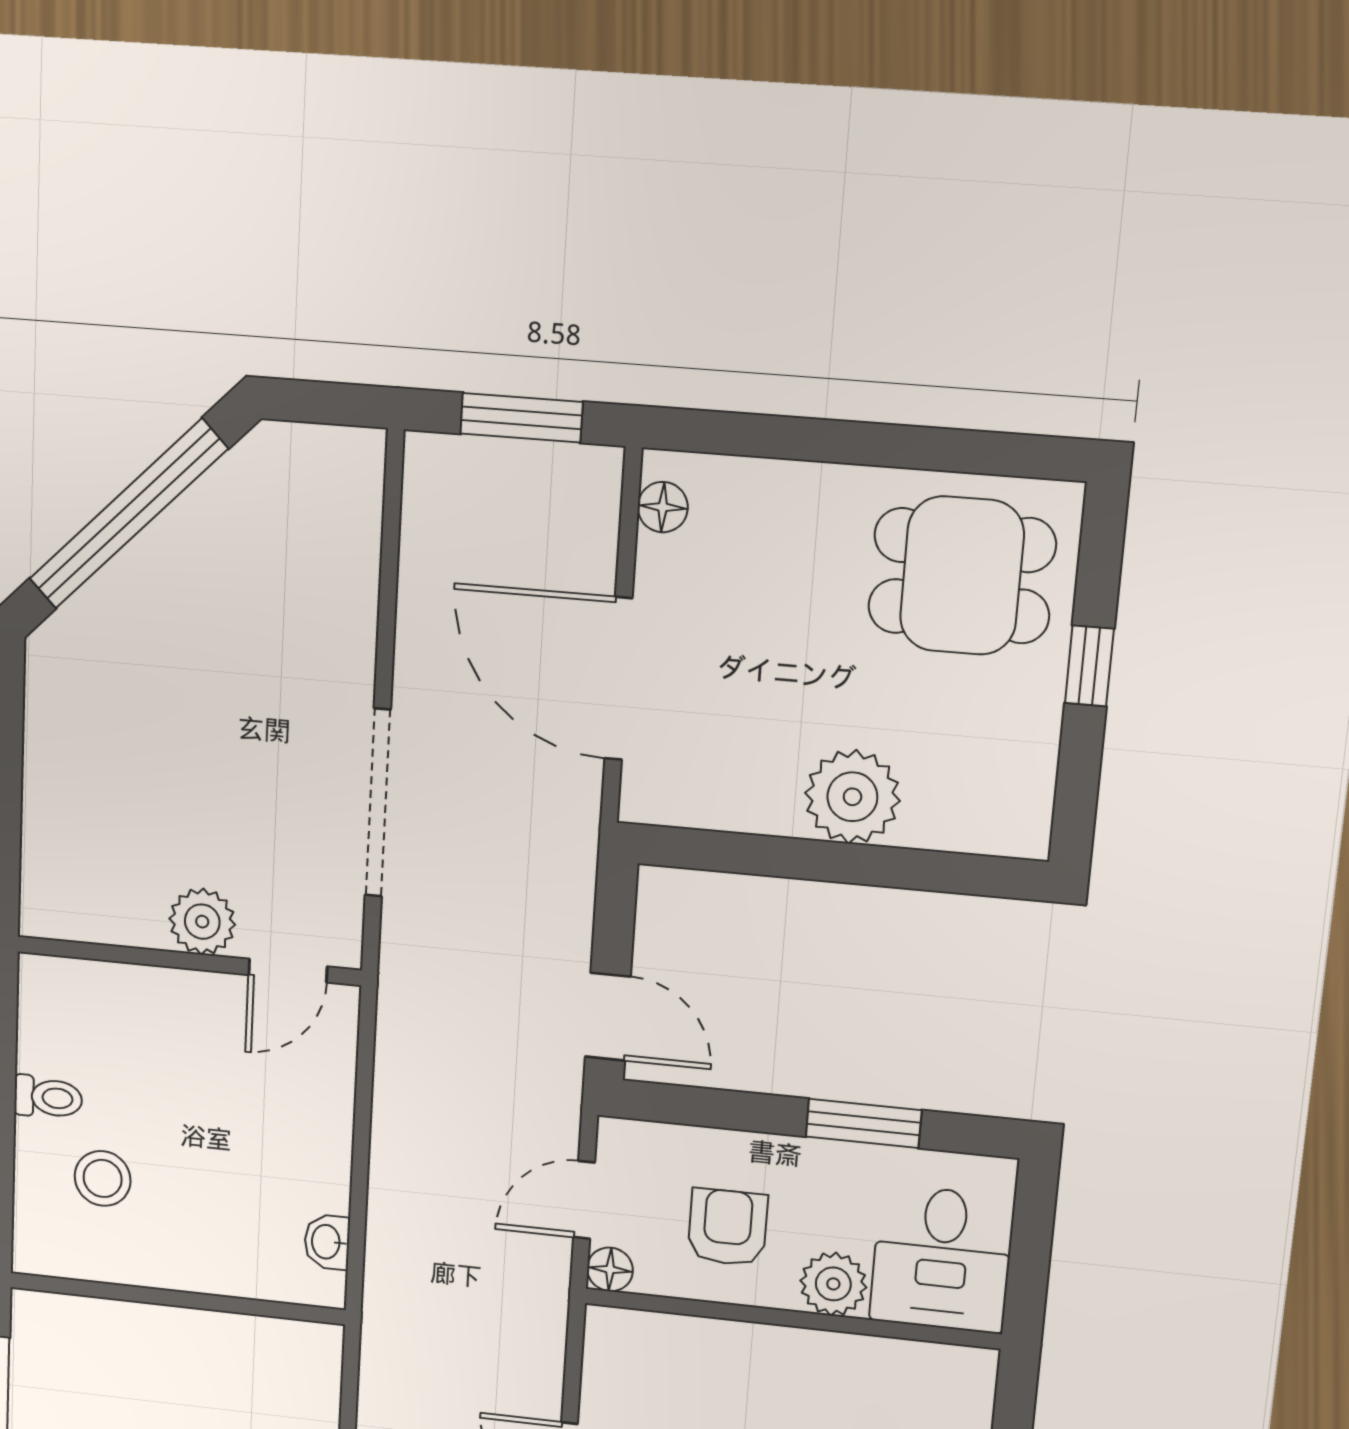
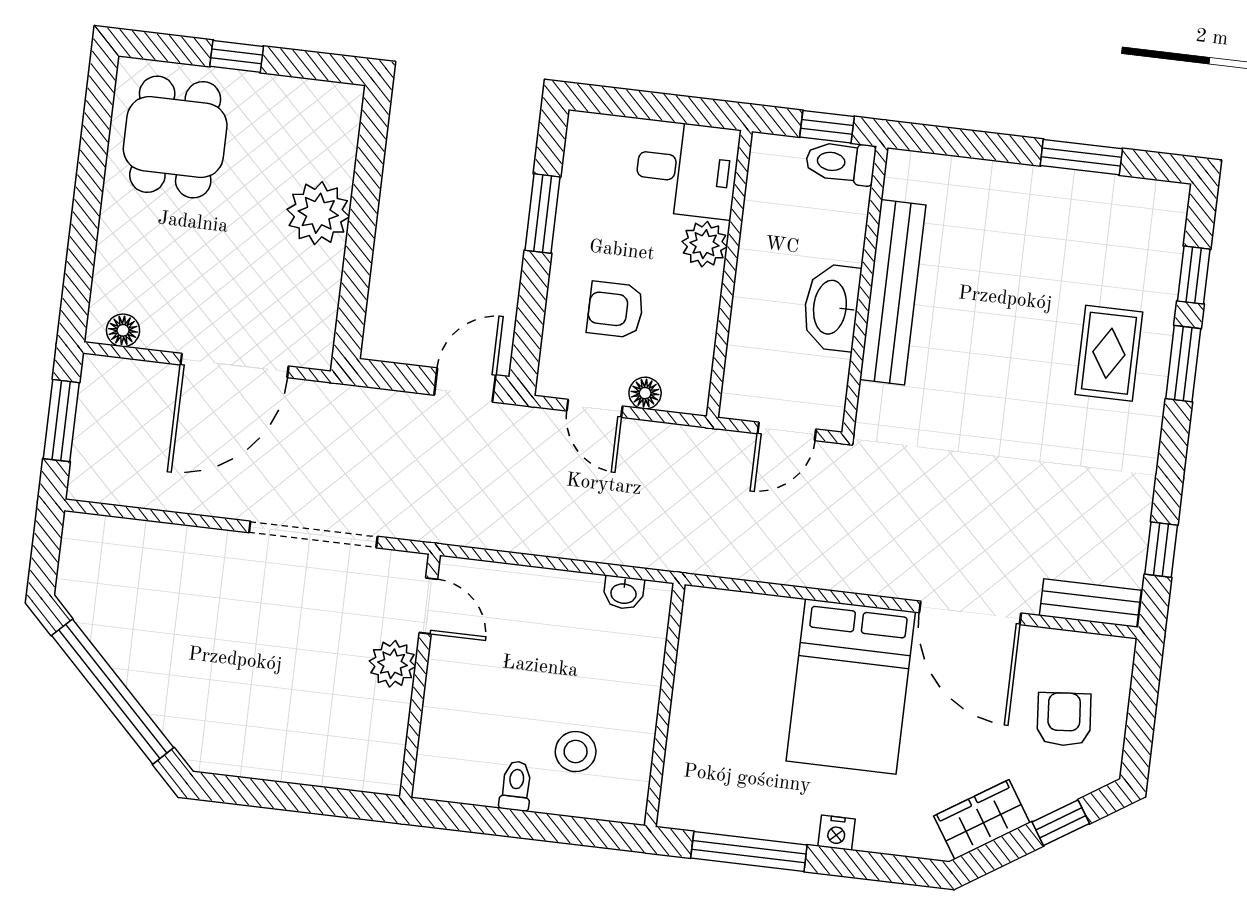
desk: (942, 1259) -> (687, 169), moved
plant: (833, 1284) -> (705, 244), moved
wall: (792, 1319) -> (729, 274), moved

